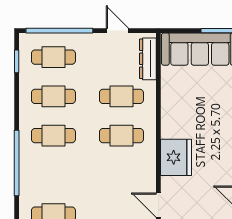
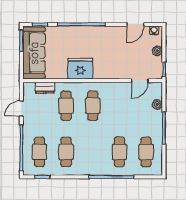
dresser: (148, 59) -> (45, 88), width x0.70
cafe table: (53, 136) -> (119, 152), moved
fridge: (176, 157) -> (80, 69), moved

